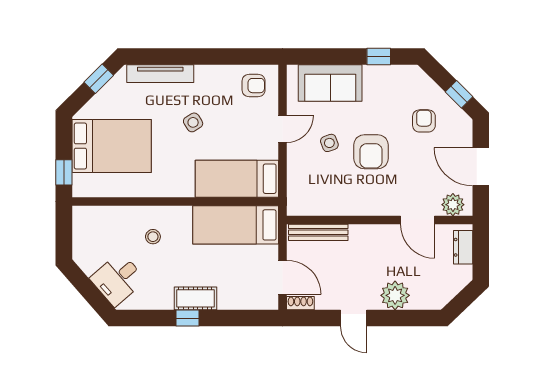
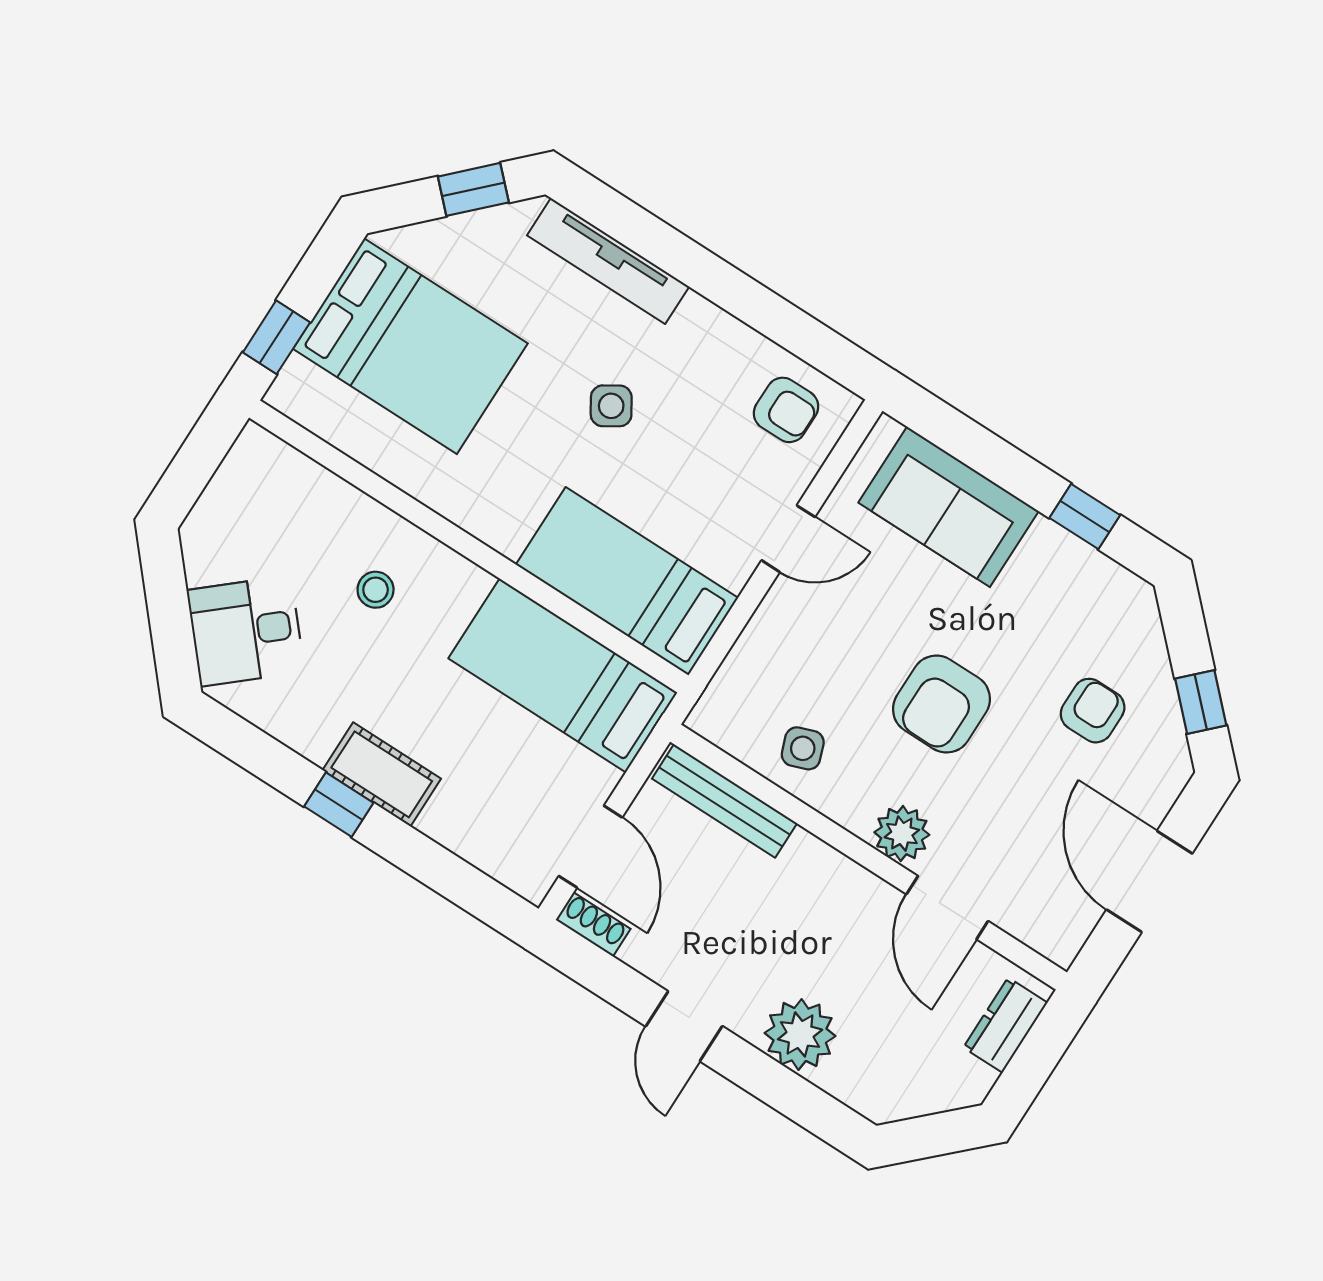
side table: (329, 143) -> (803, 748), moved
plant: (453, 205) -> (902, 834), moved

